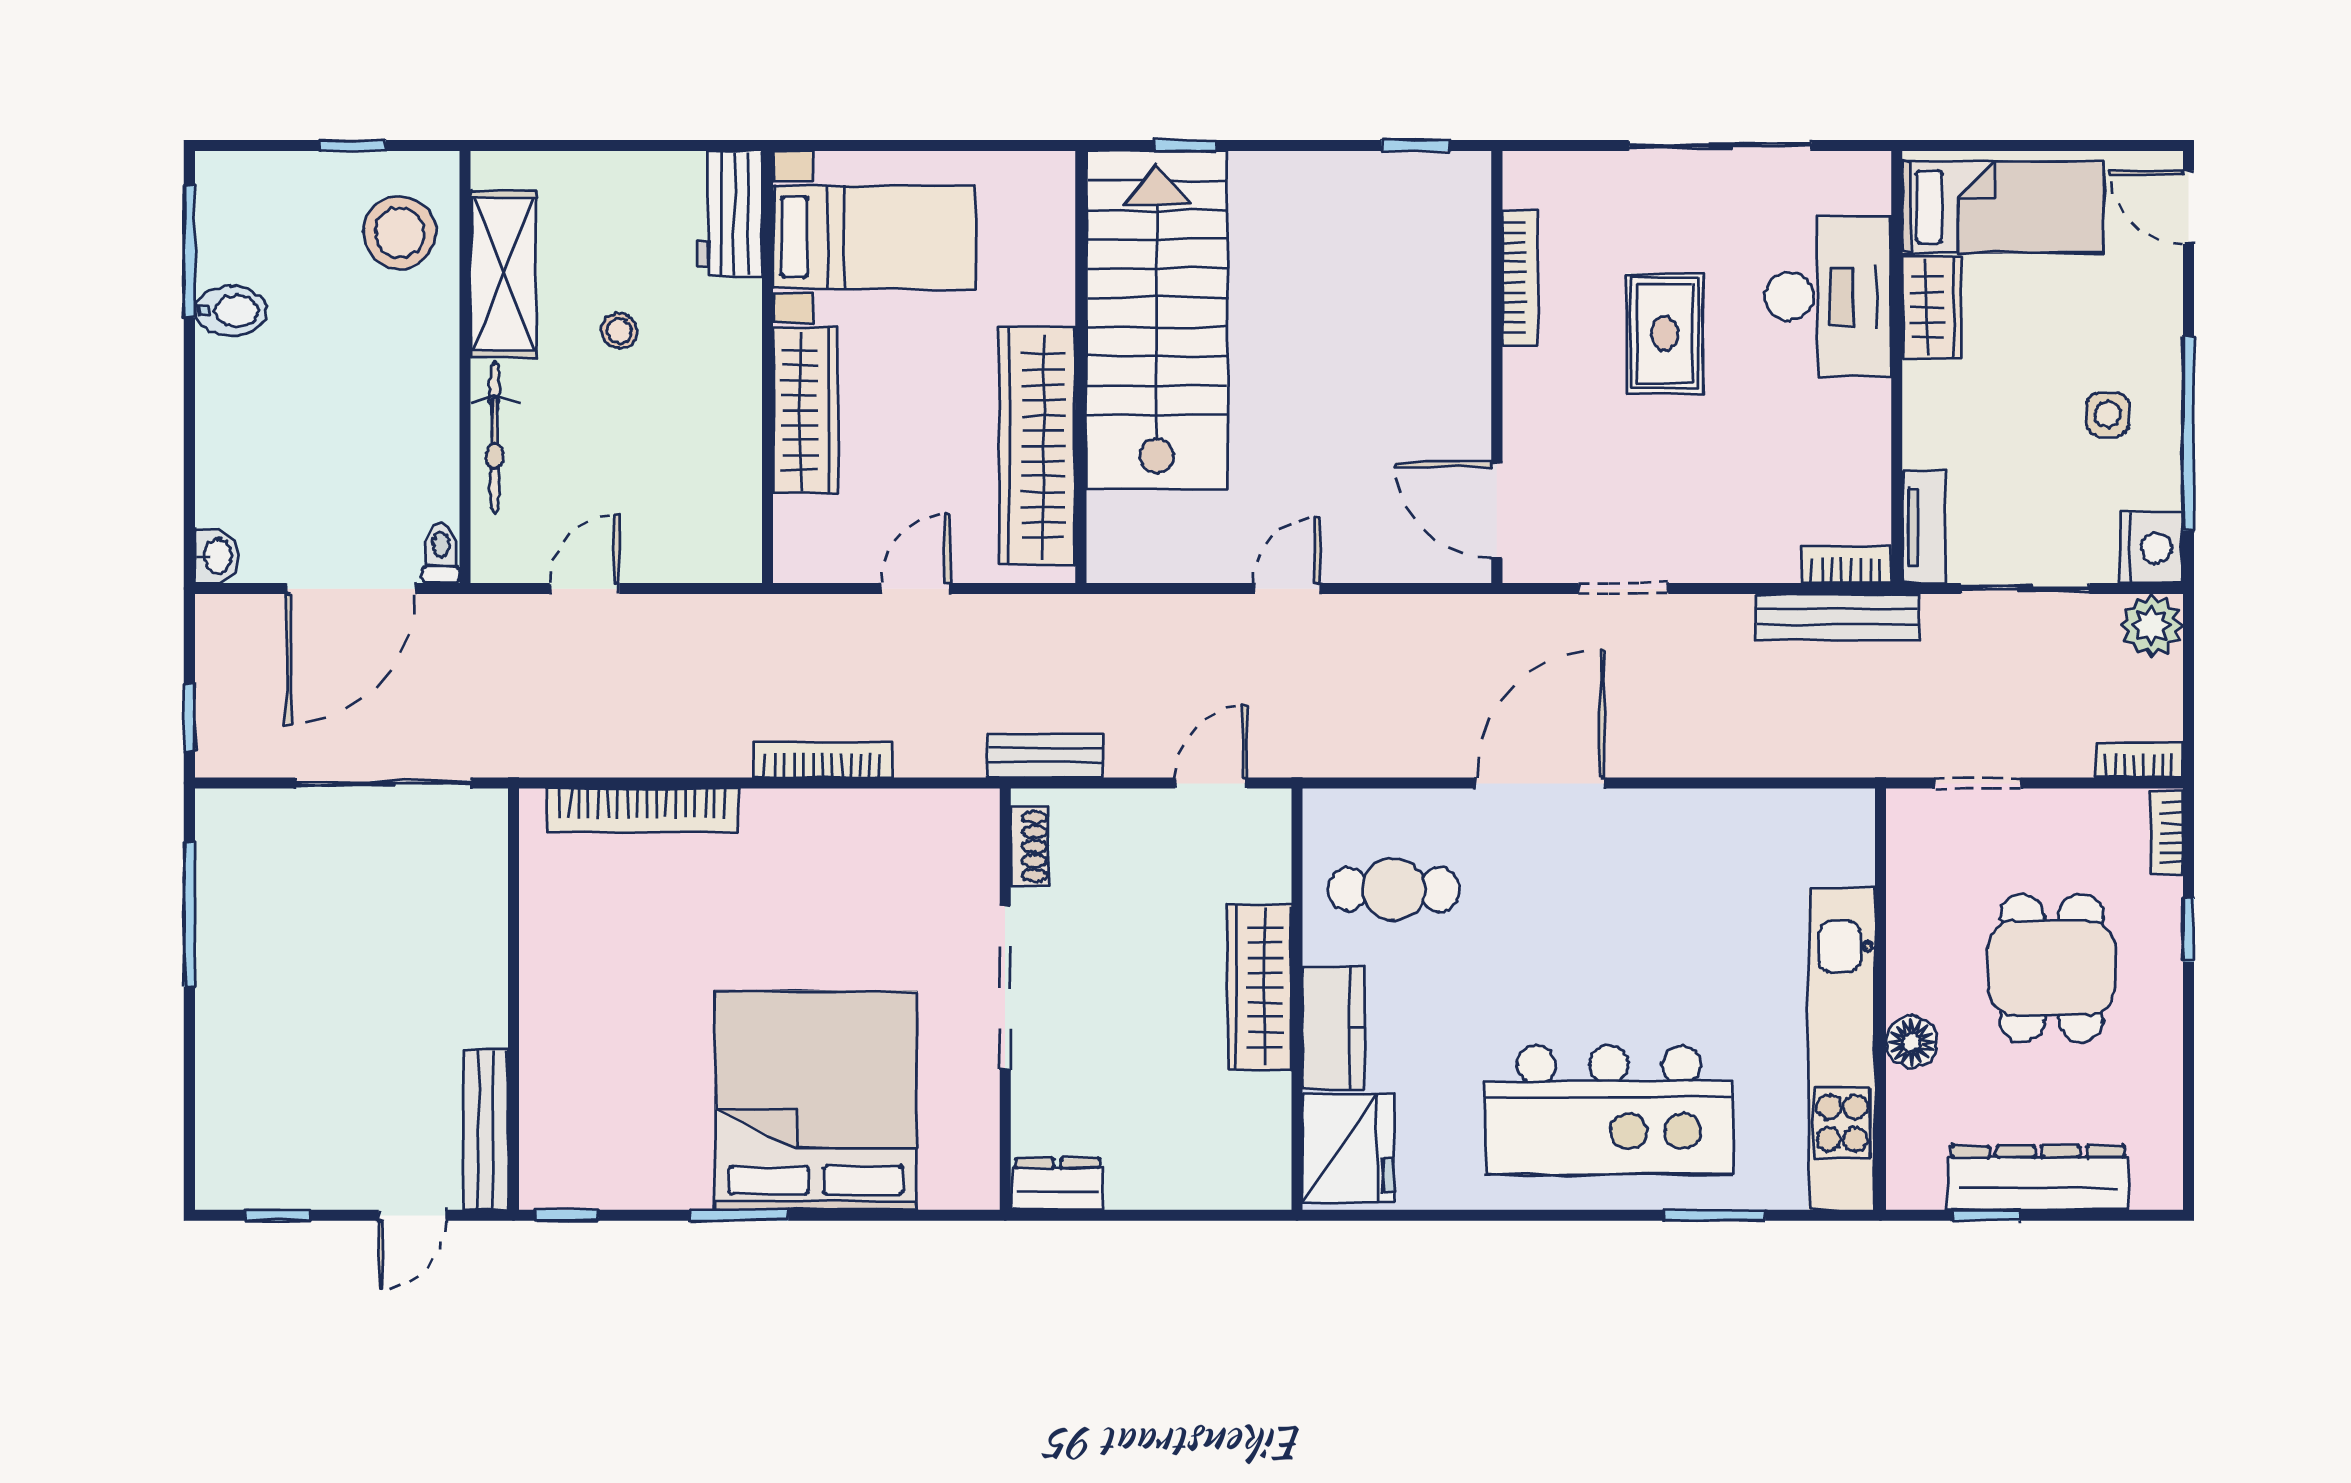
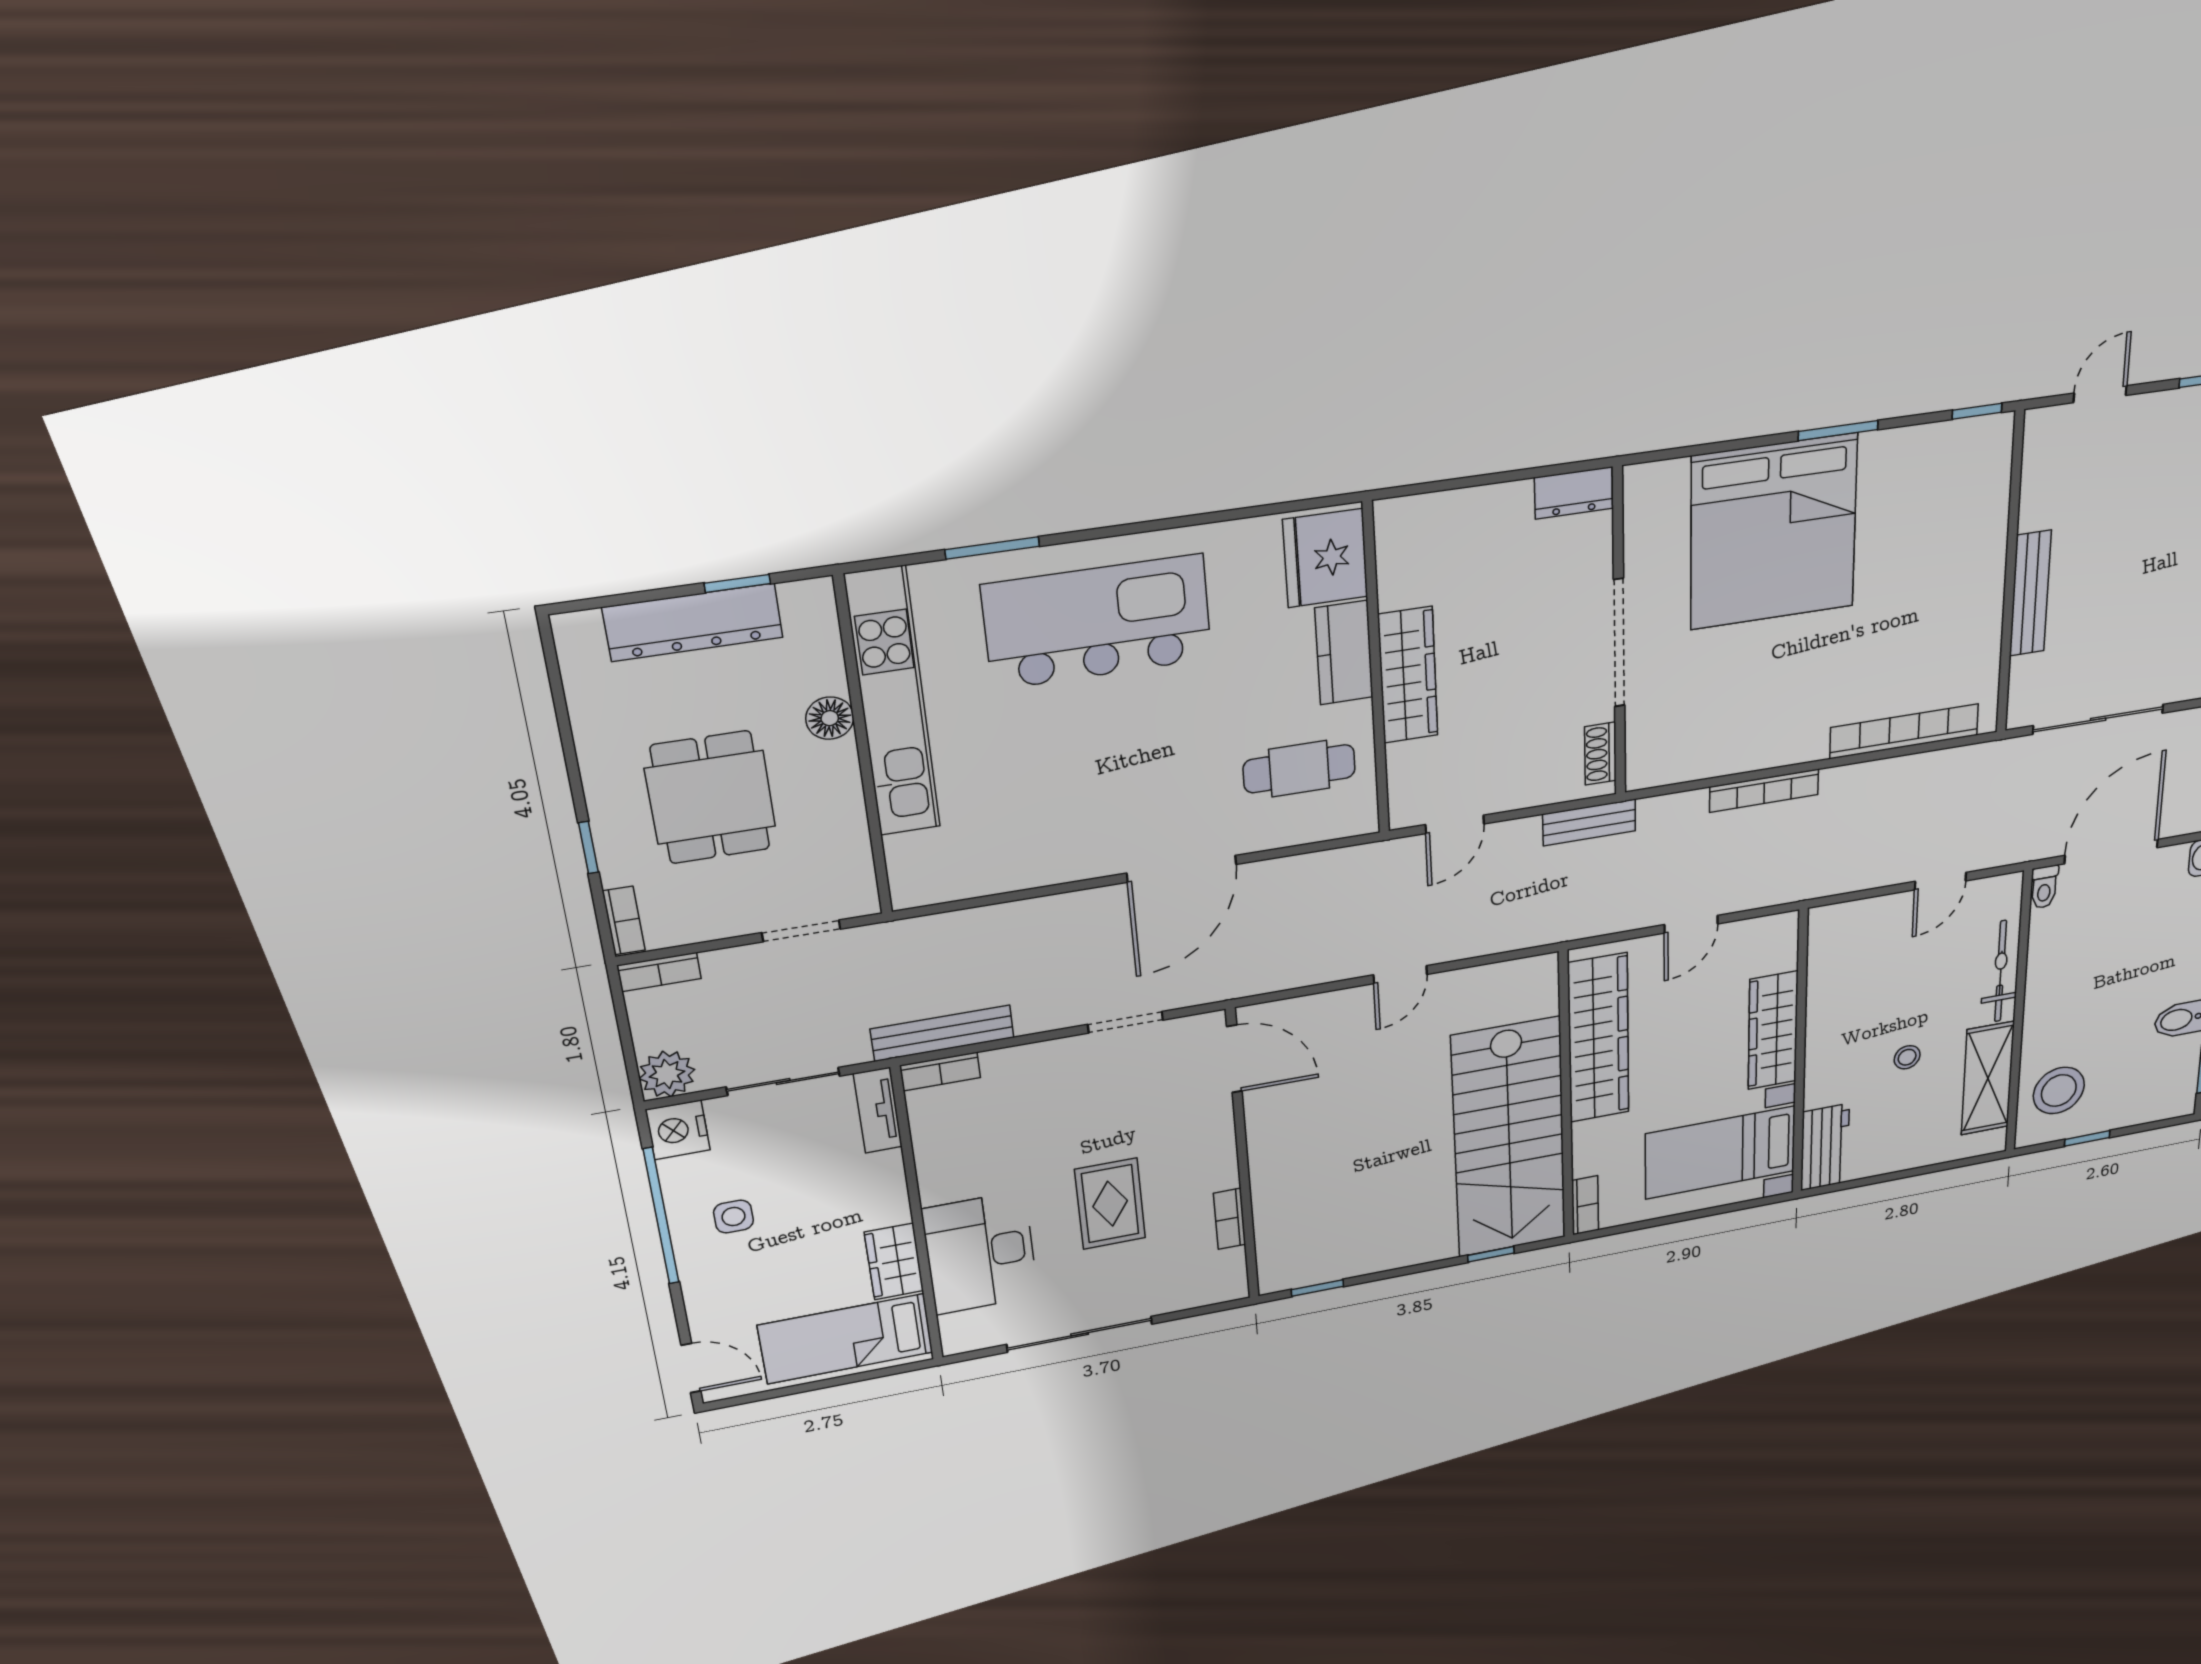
bookcase: (1058, 194) -> (1585, 1205), added
bookcase: (1520, 278) -> (1230, 1219), width x0.64
bench: (486, 1130) -> (2030, 593), moved

